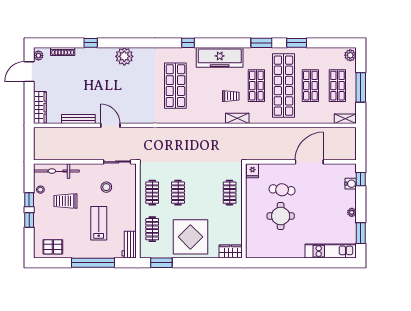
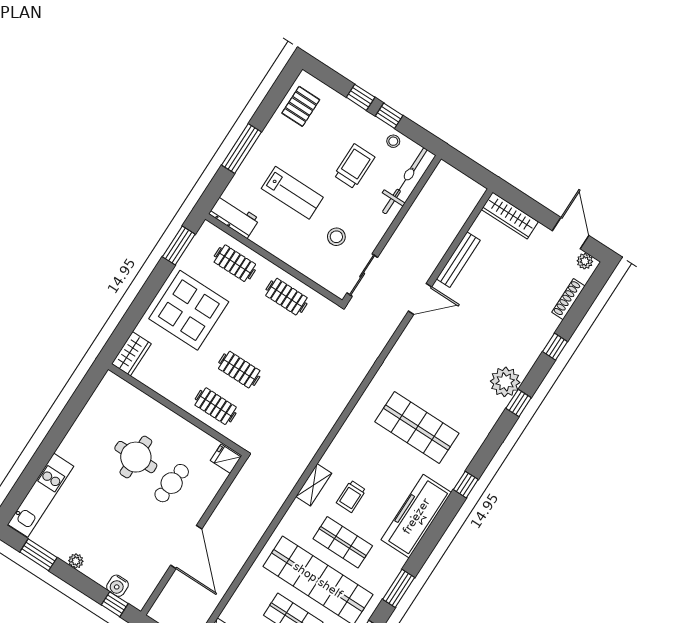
window: (130, 43) -> (519, 403), added
clothes rail: (178, 193) -> (239, 370), moved
window: (93, 263) -> (241, 149), width x0.68

